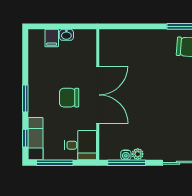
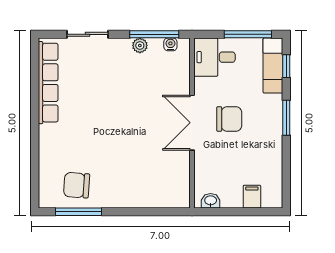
washbasin: (66, 35) -> (211, 201), moved
double door: (98, 95) -> (192, 123), width x0.73
water cooler: (126, 155) -> (170, 44), moved

